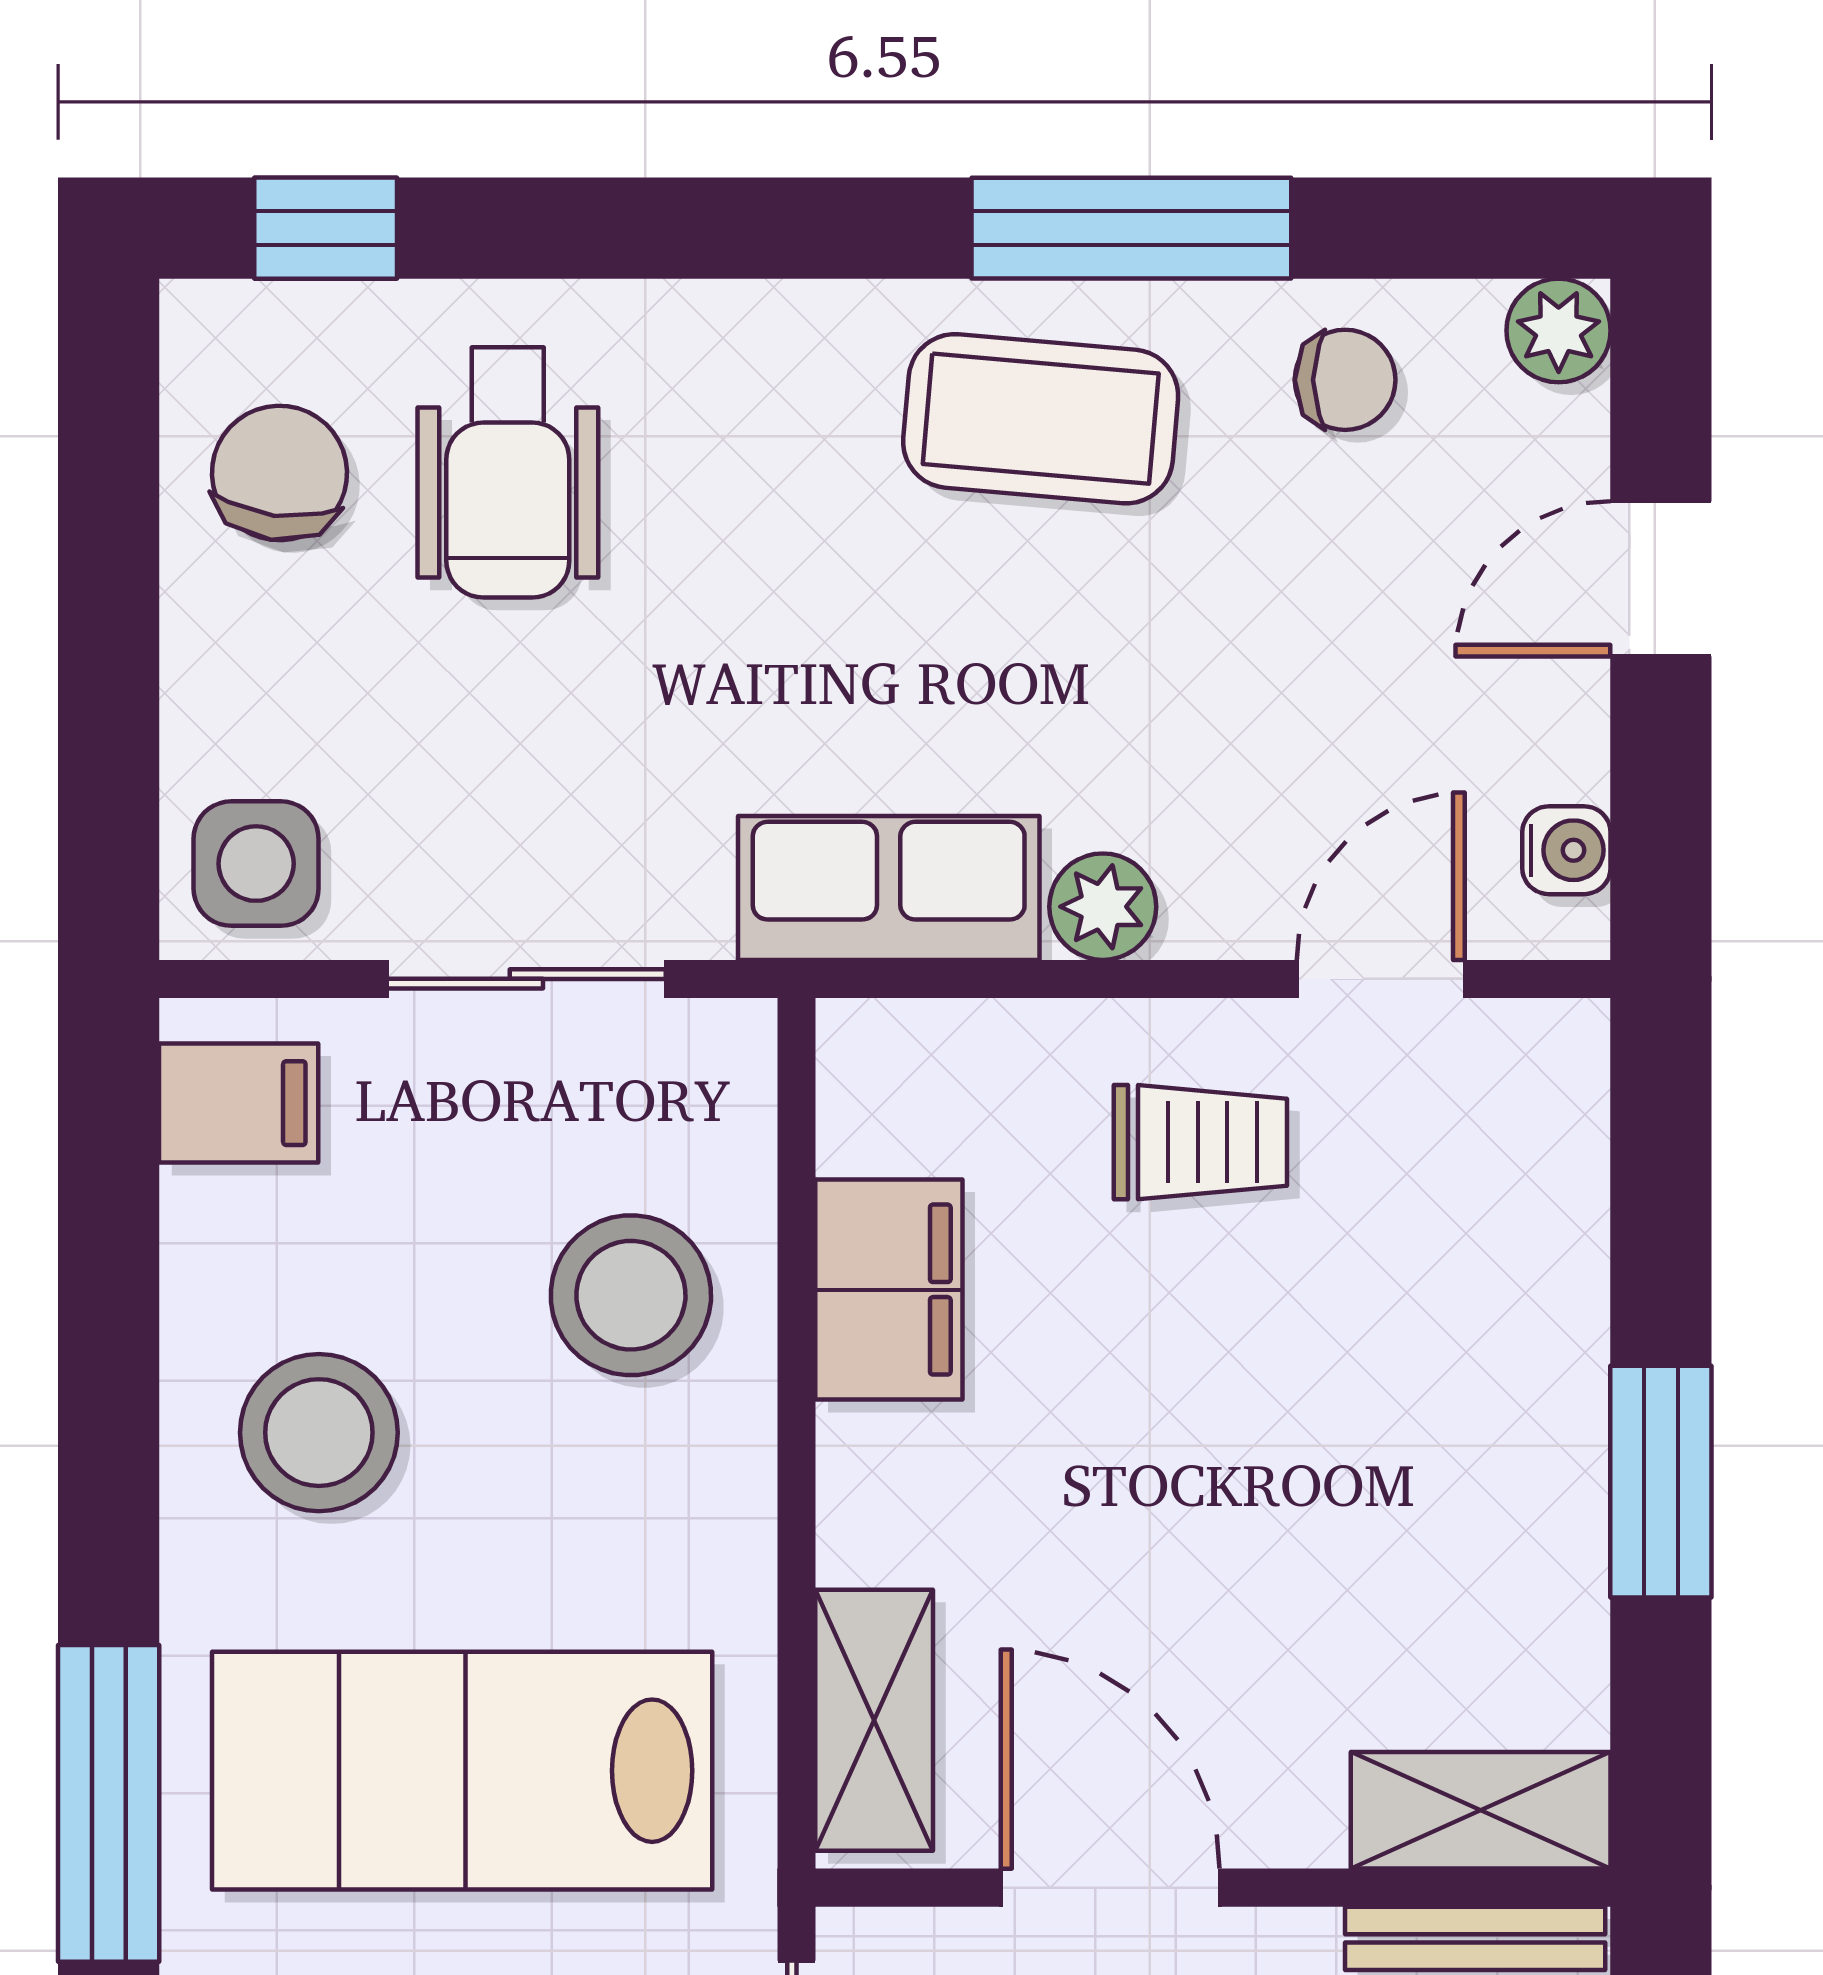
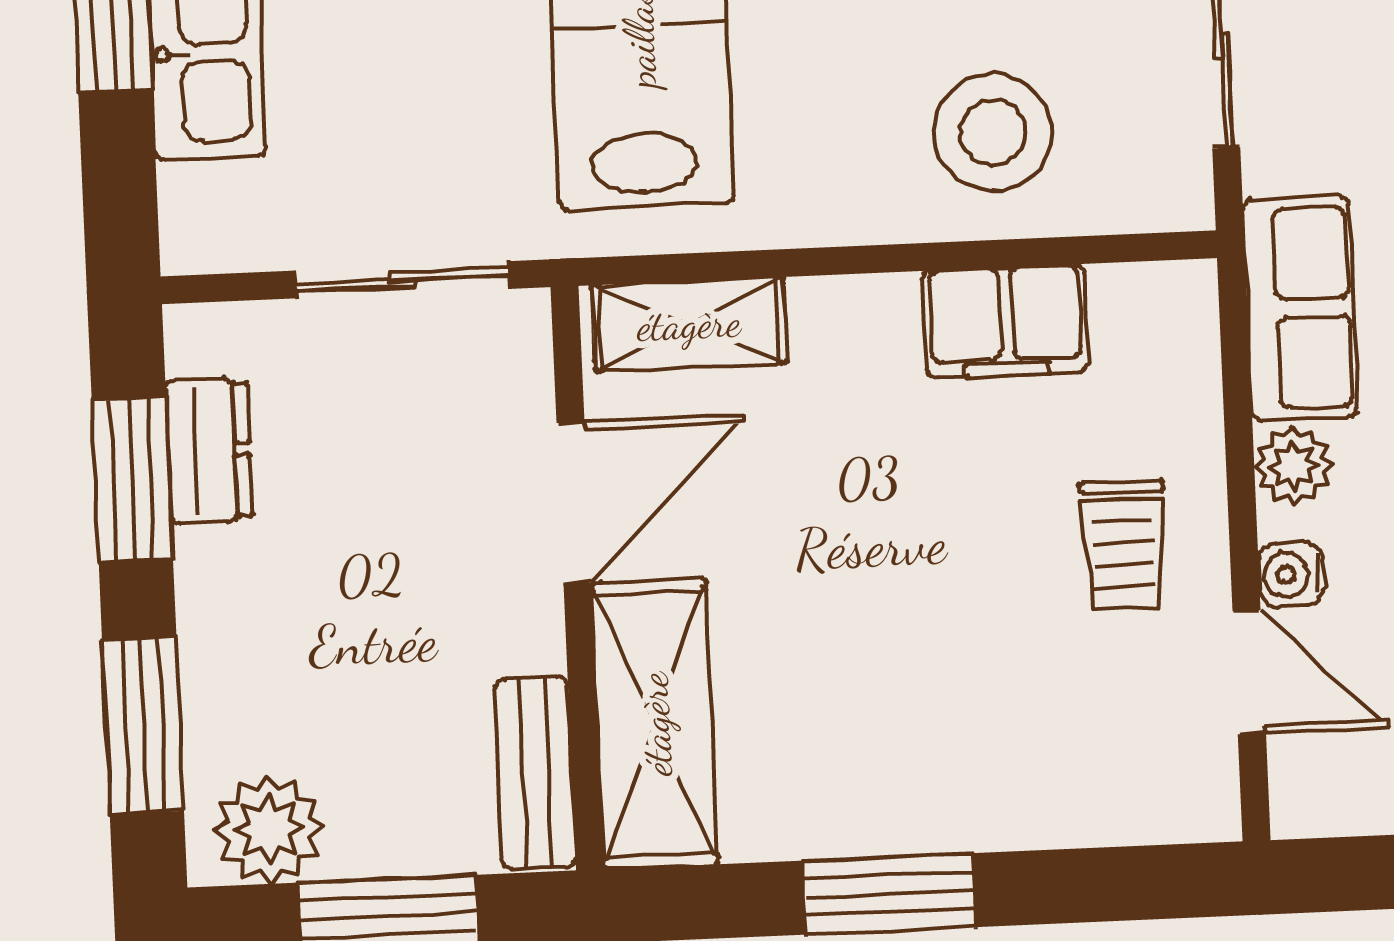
water cooler: (1566, 850) -> (1291, 574), moved, turned 90
shelving: (1481, 1810) -> (655, 724), width x1.50, depth x1.33

